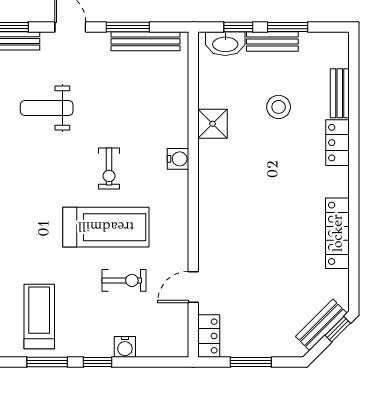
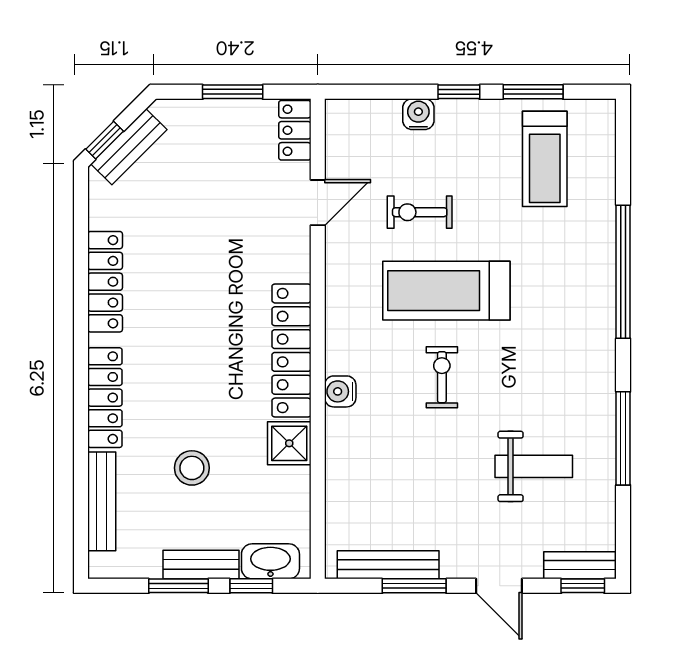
bench: (340, 93) -> (102, 501), width x1.36
locker: (337, 143) -> (105, 398), width x1.53
locker: (211, 187) -> (291, 351), added

